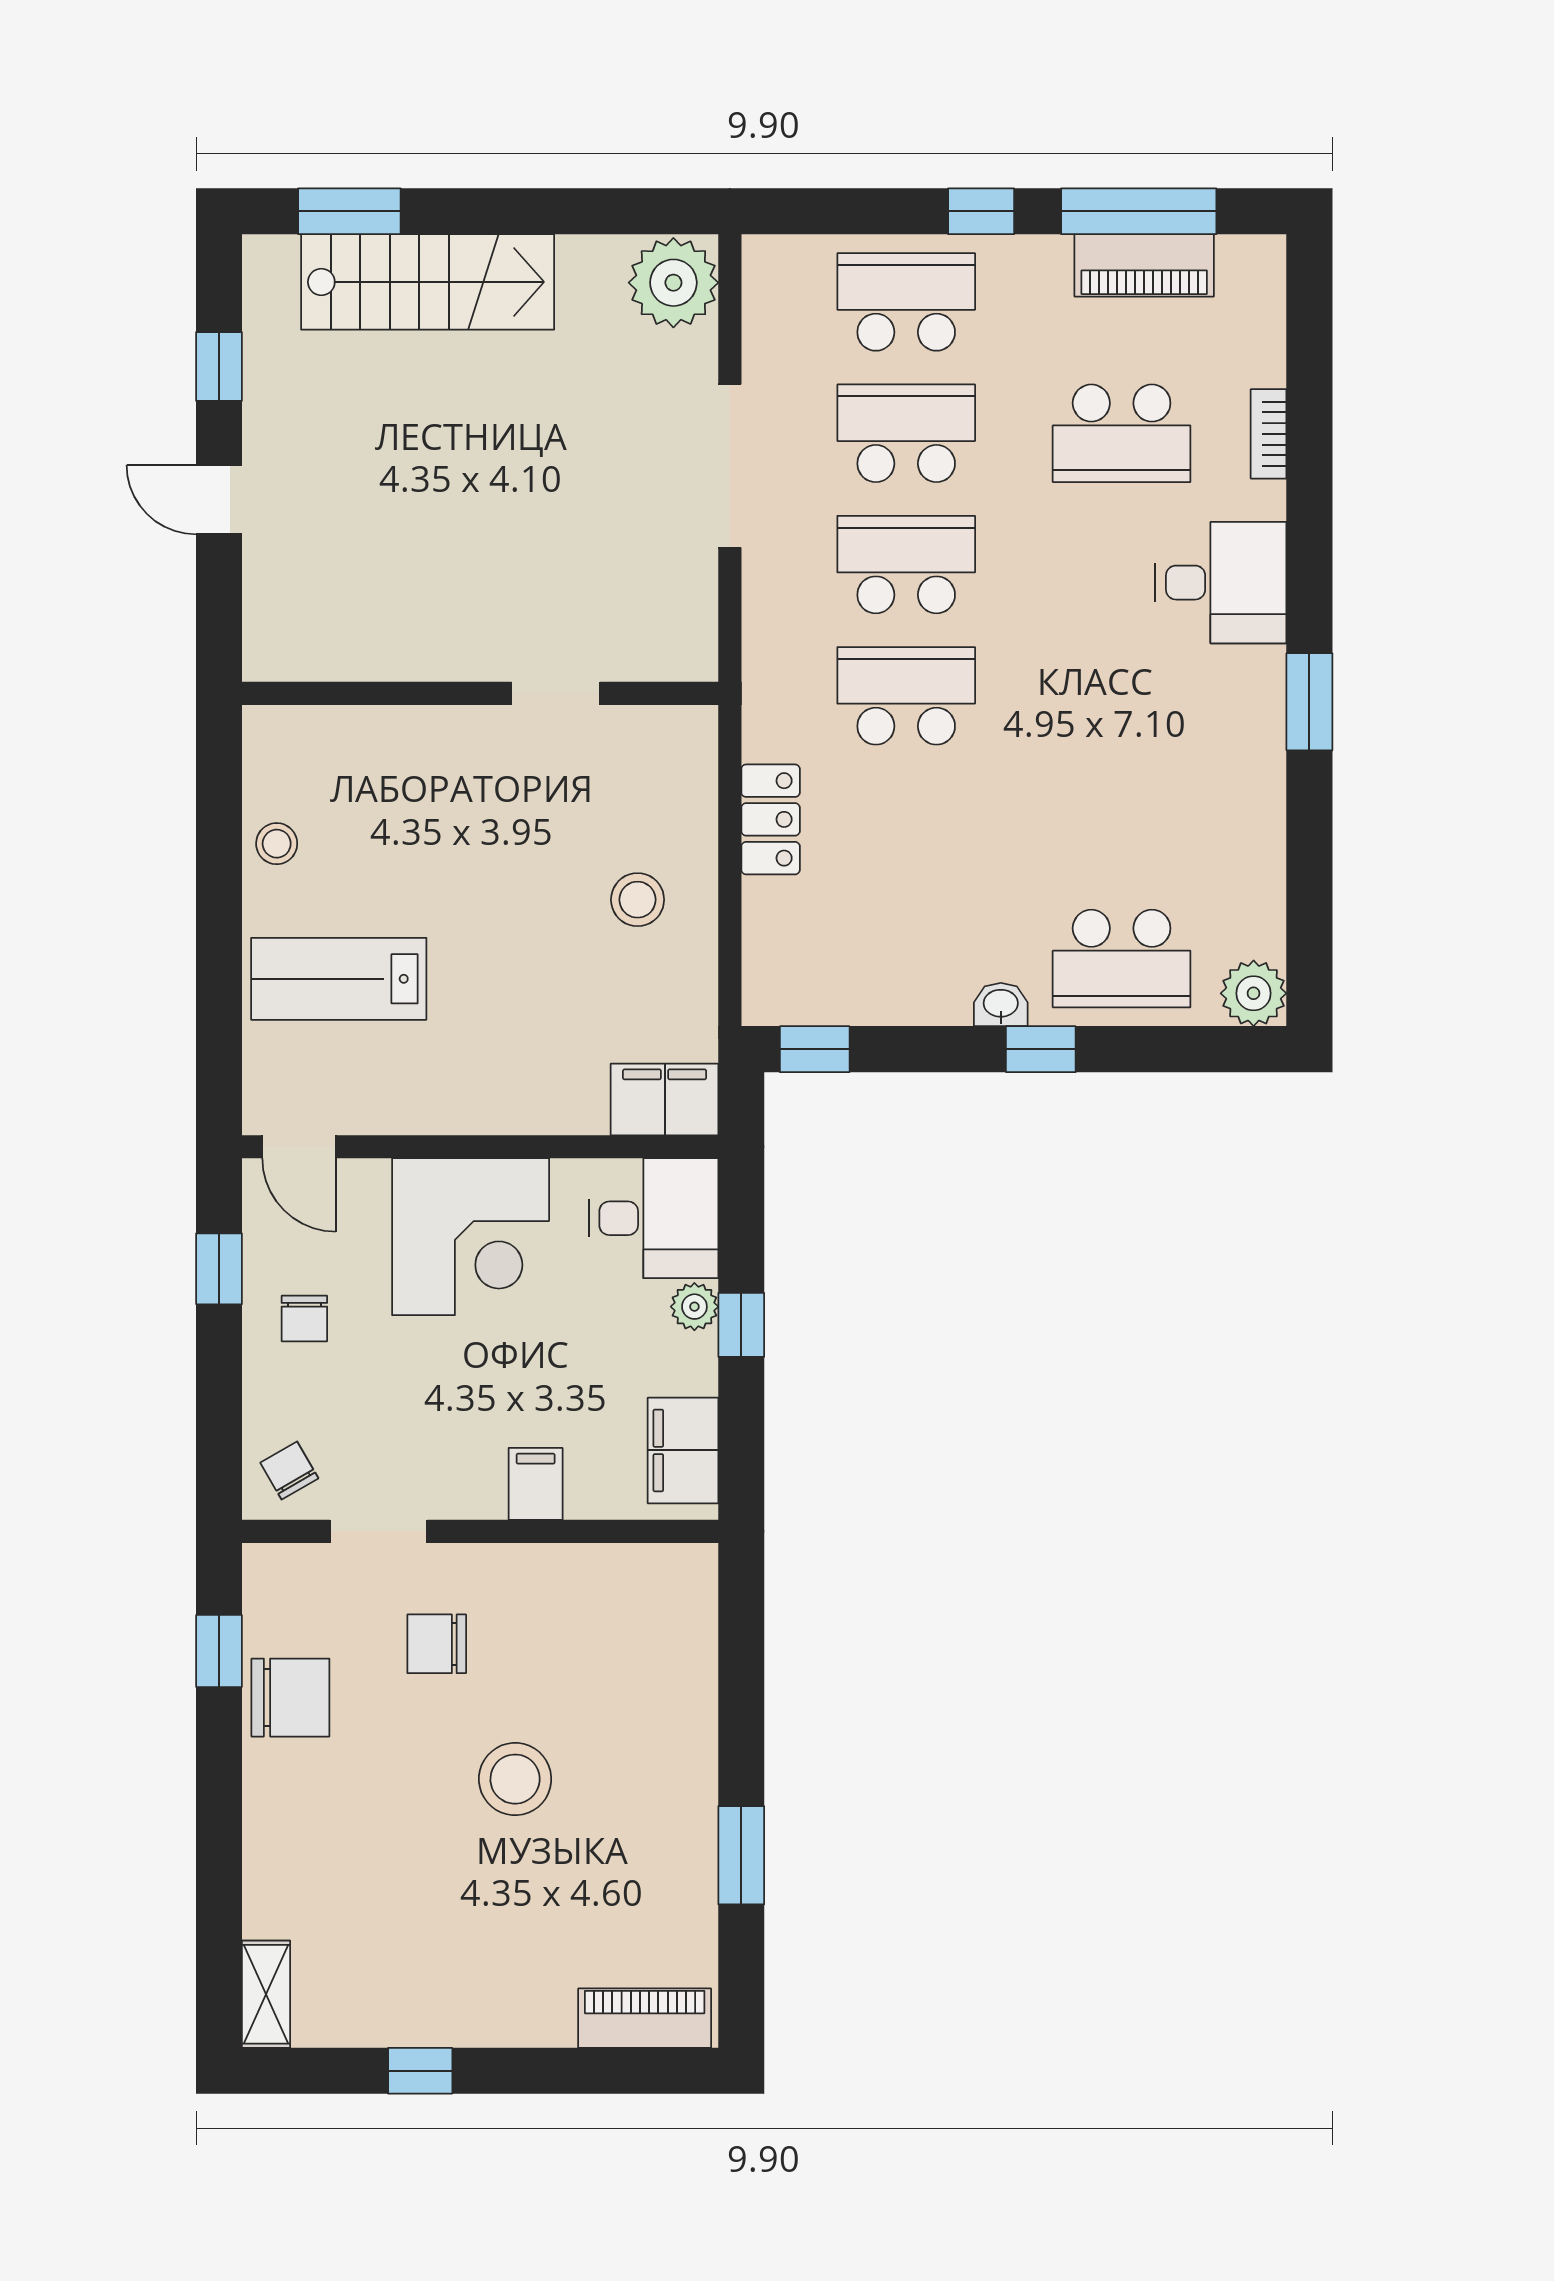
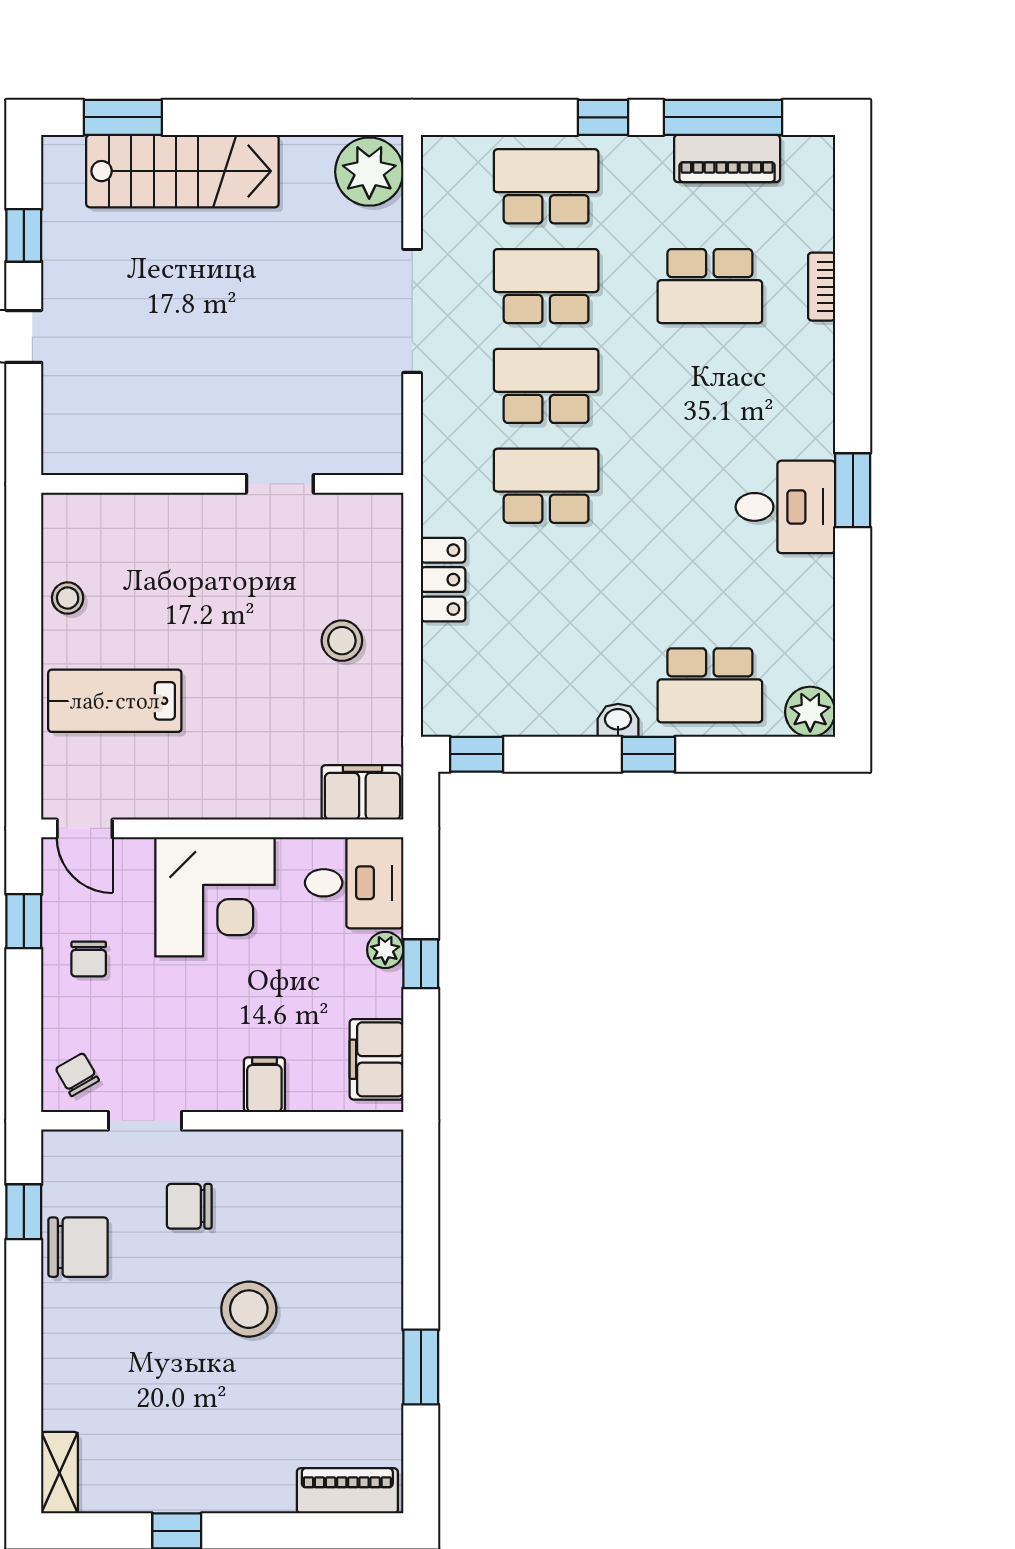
desk: (1221, 583) -> (785, 507), moved

